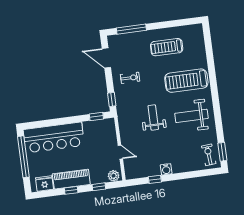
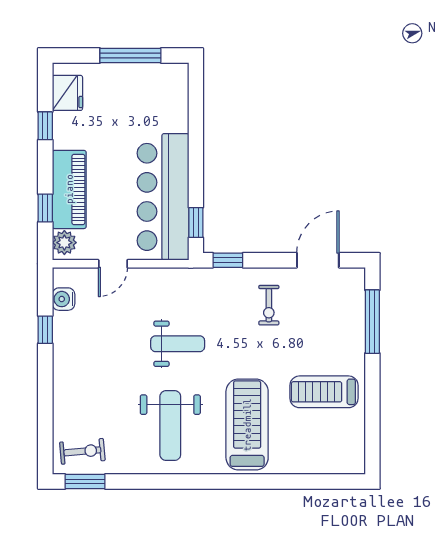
treadmill: (167, 47) -> (324, 392), turned -90
weight bench: (191, 116) -> (170, 426), turned 180
bar counter: (54, 137) -> (163, 197), moved
window: (23, 157) -> (130, 55), width x0.68
water cooler: (166, 169) -> (64, 299), moved
piano: (71, 179) -> (69, 189), moved
window: (71, 190) -> (45, 126), moved

